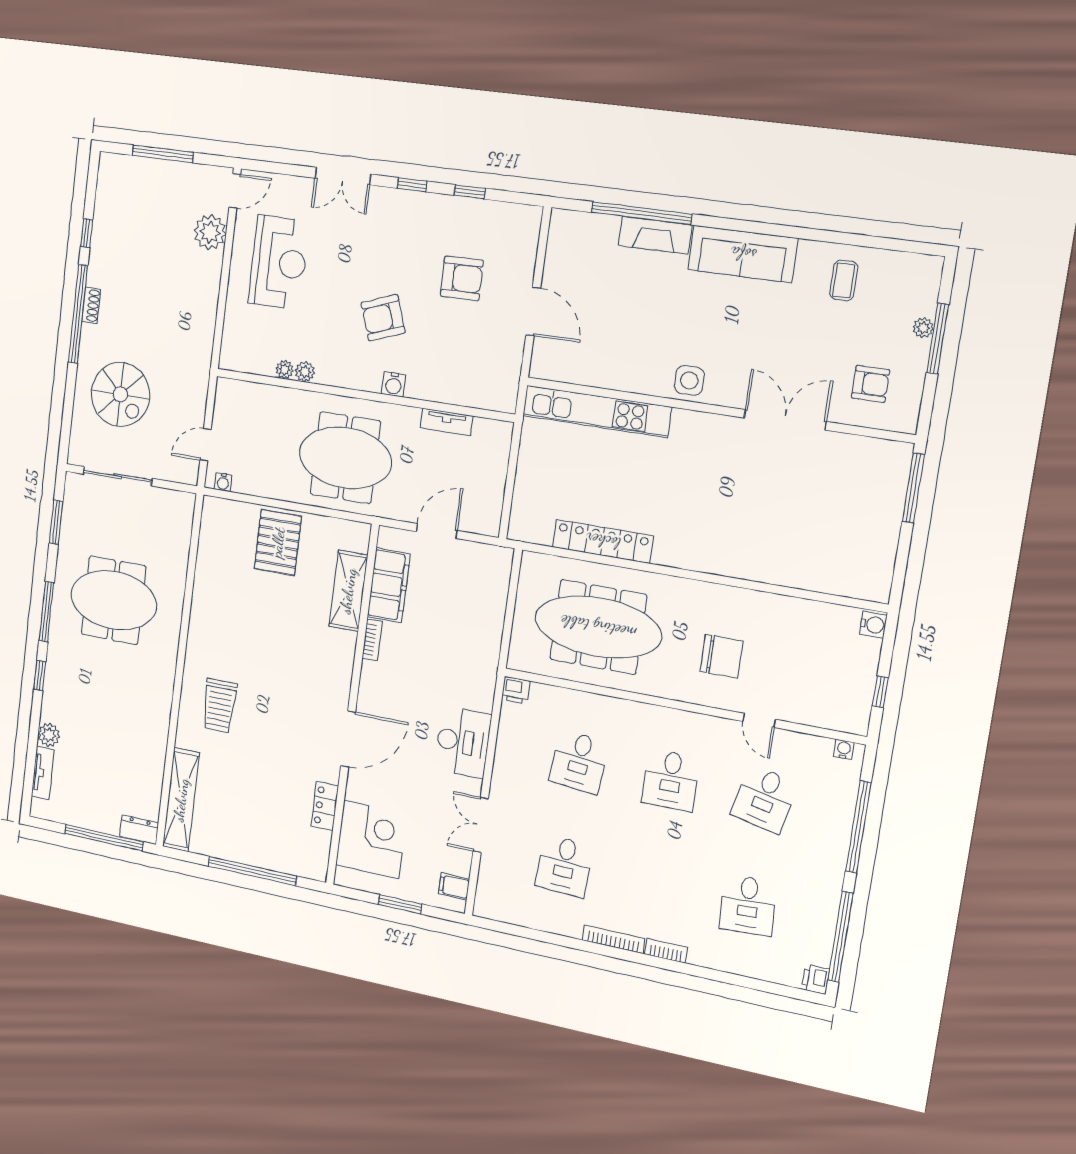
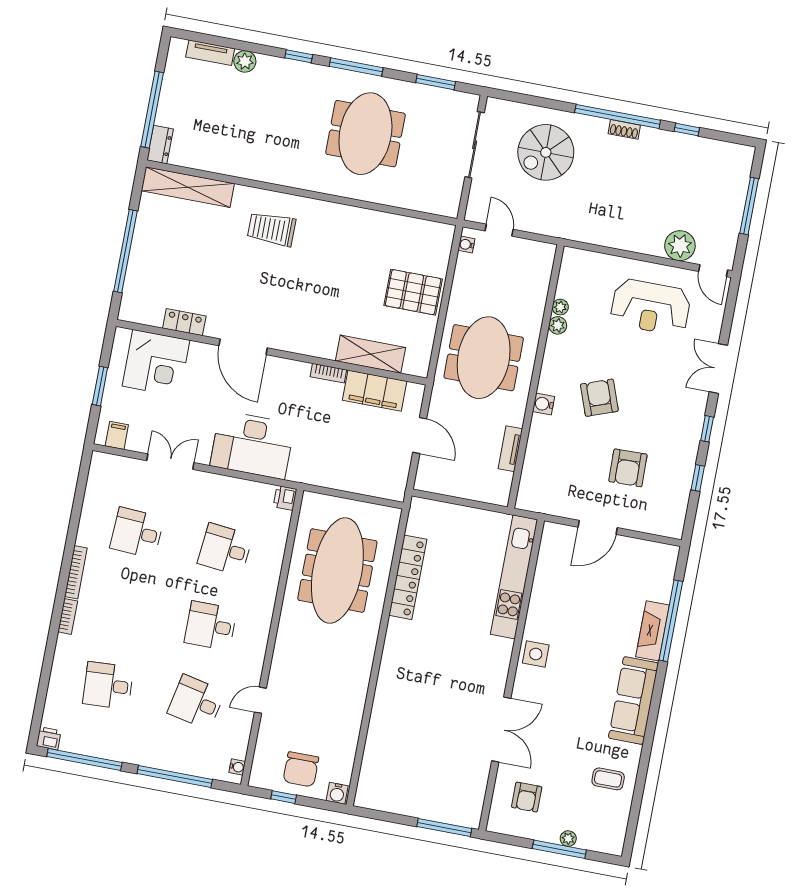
chair: (722, 656) -> (301, 769), moved
desk: (463, 742) -> (252, 445), width x1.36, depth x1.30

